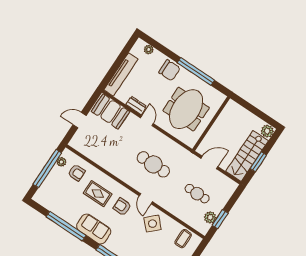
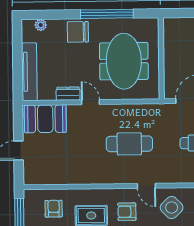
chair: (169, 70) -> (78, 32), turned 180
plant: (61, 162) -> (30, 208), removed
armchair: (77, 173) -> (54, 209), turned -90

